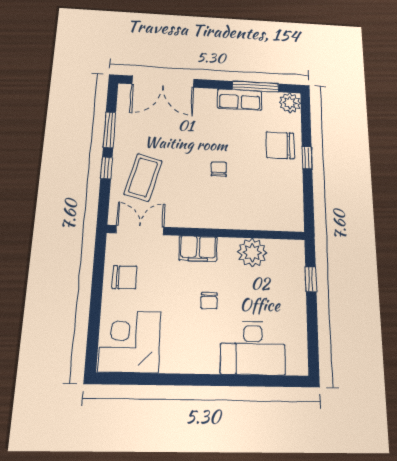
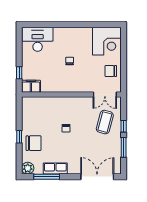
filing cabinet: (198, 248) -> (31, 86), moved
plant: (252, 253) -> (48, 85), removed
desk: (253, 348) -> (38, 39), moved

